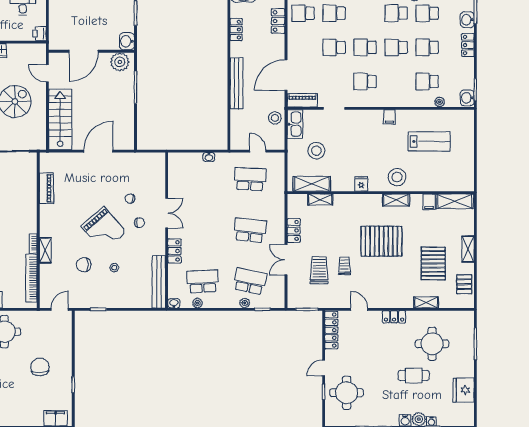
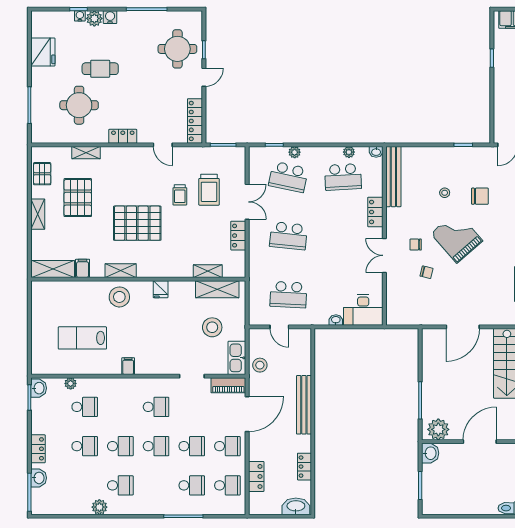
school desk: (427, 13) -> (227, 446), moved
desk: (185, 166) -> (363, 310), added

